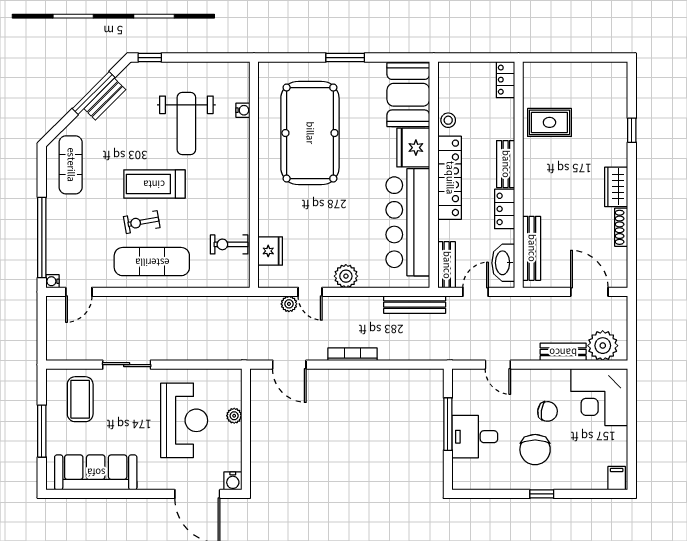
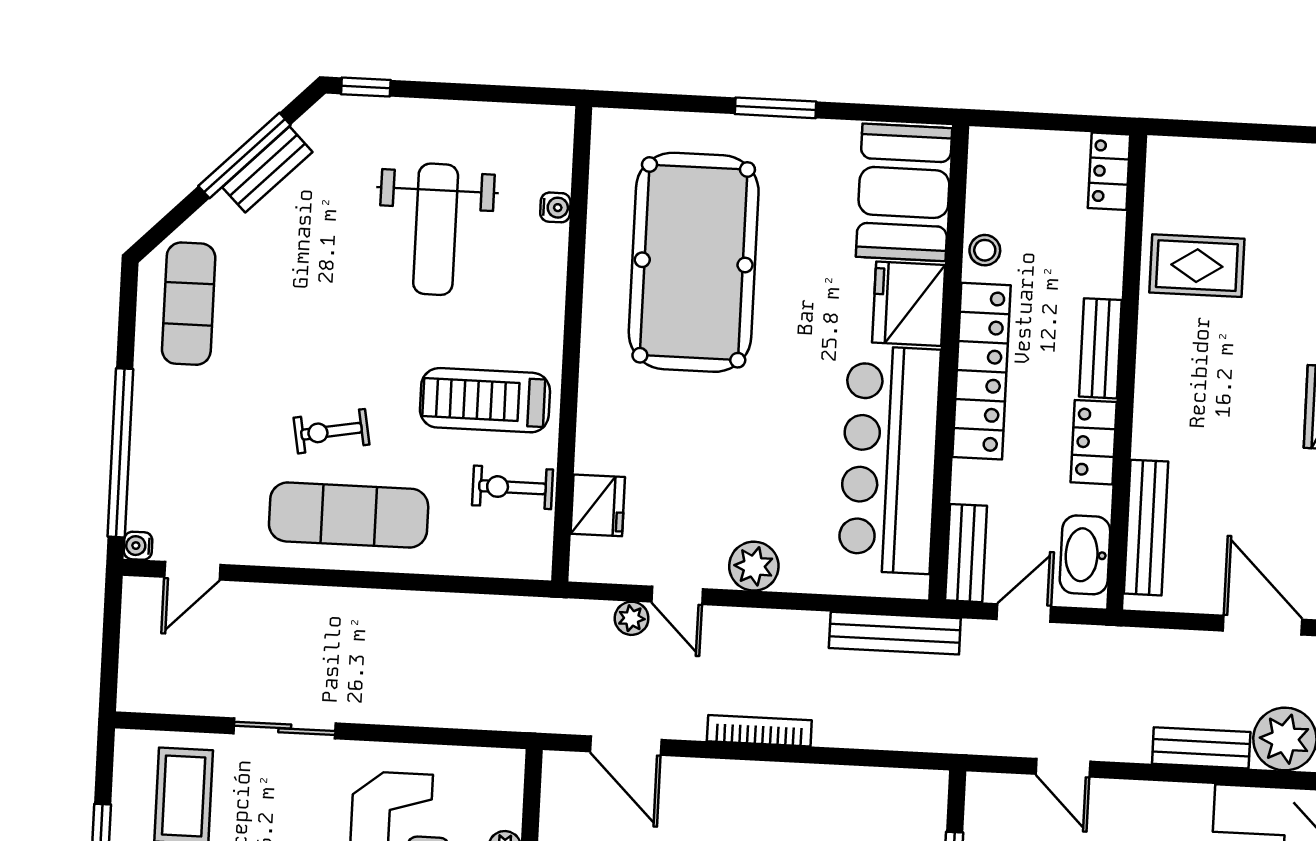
treadmill: (154, 184) -> (485, 400), moved

